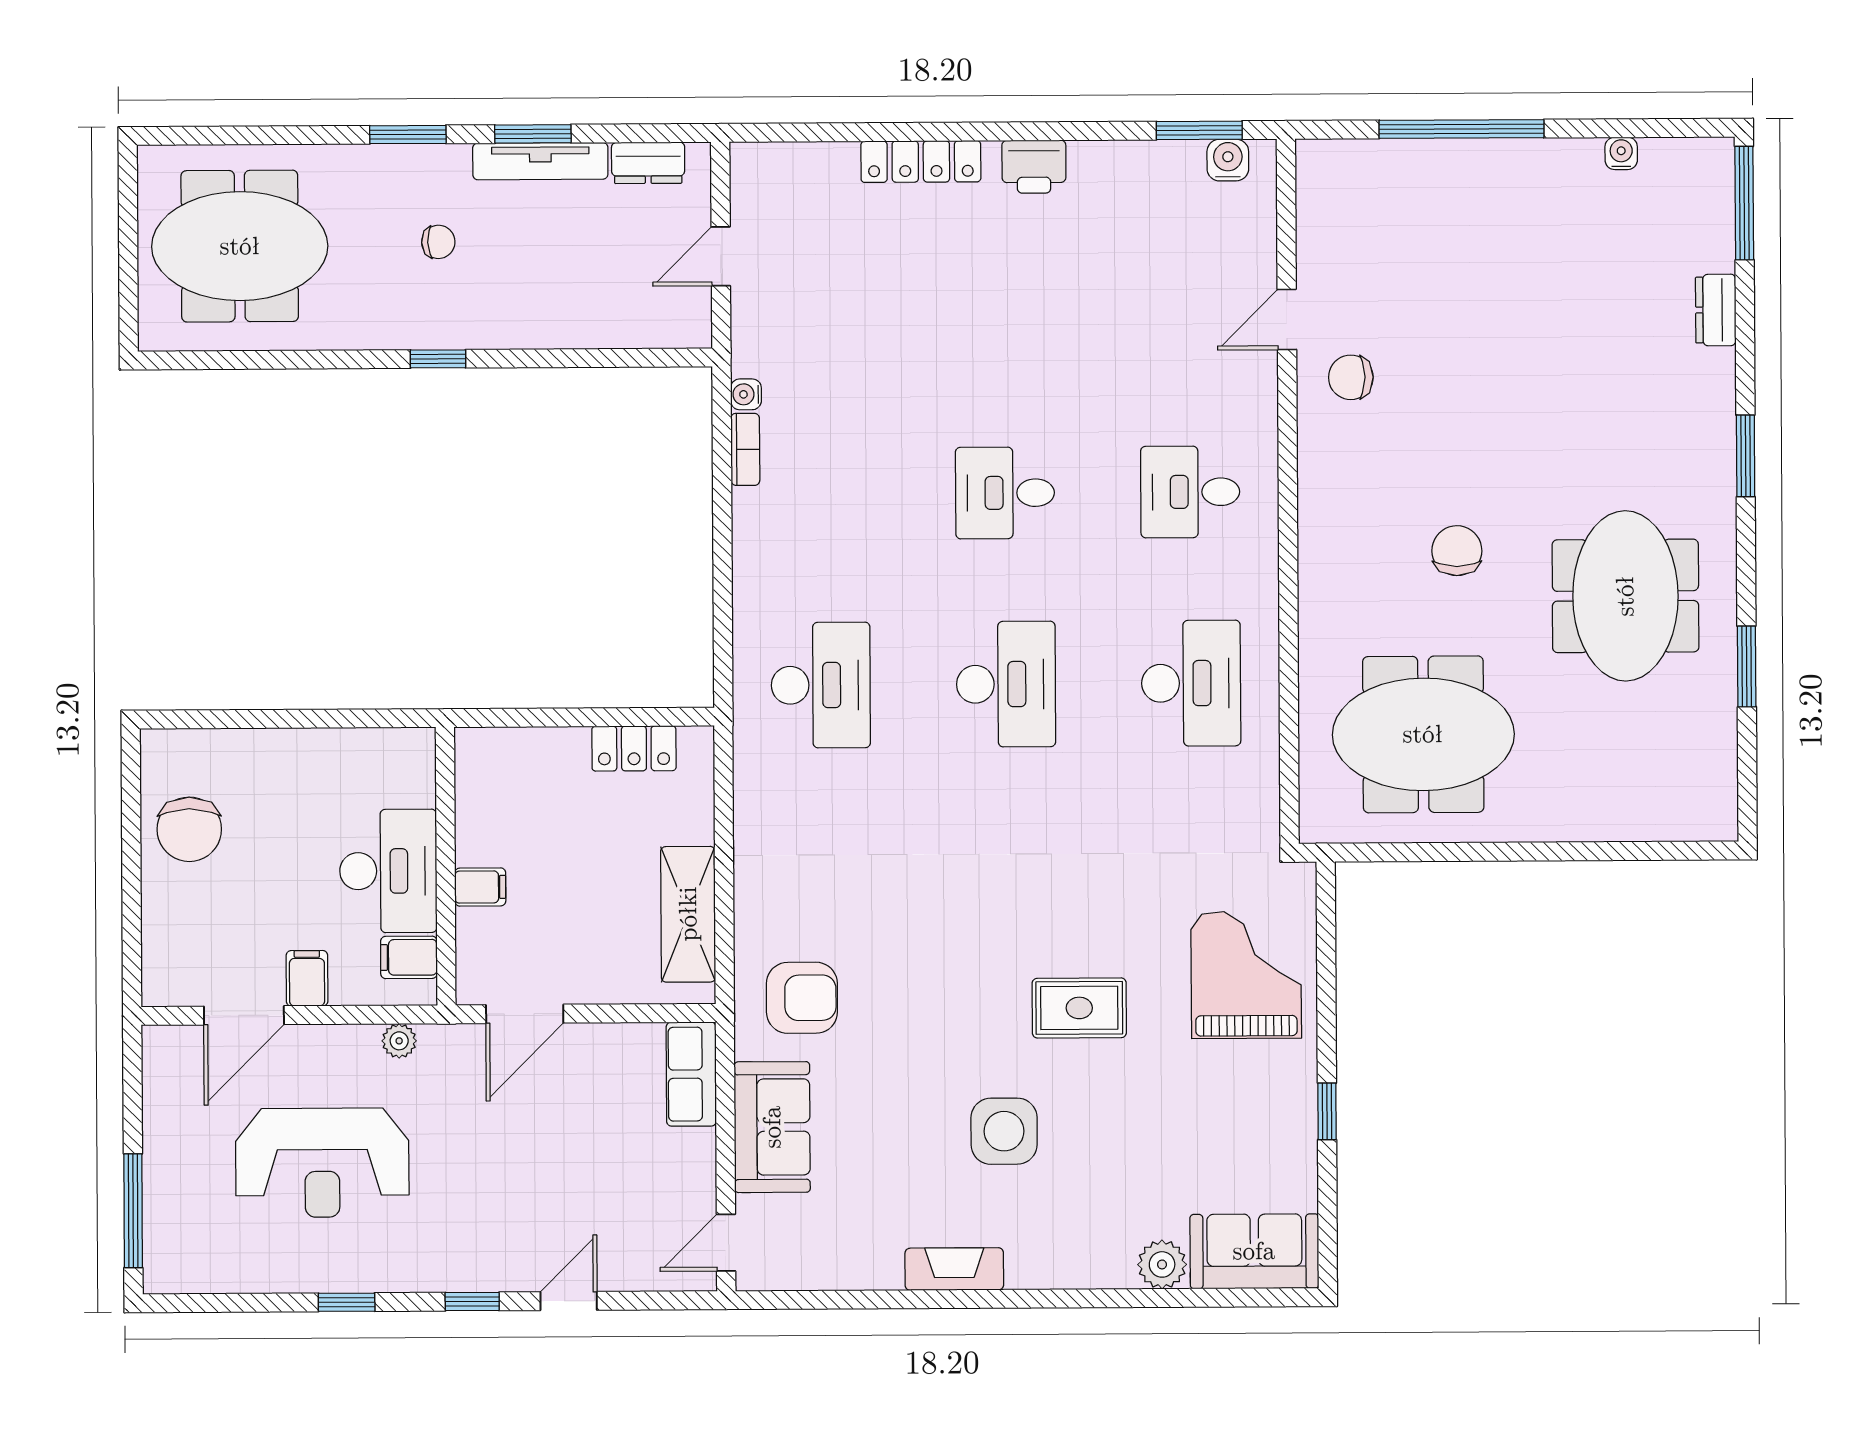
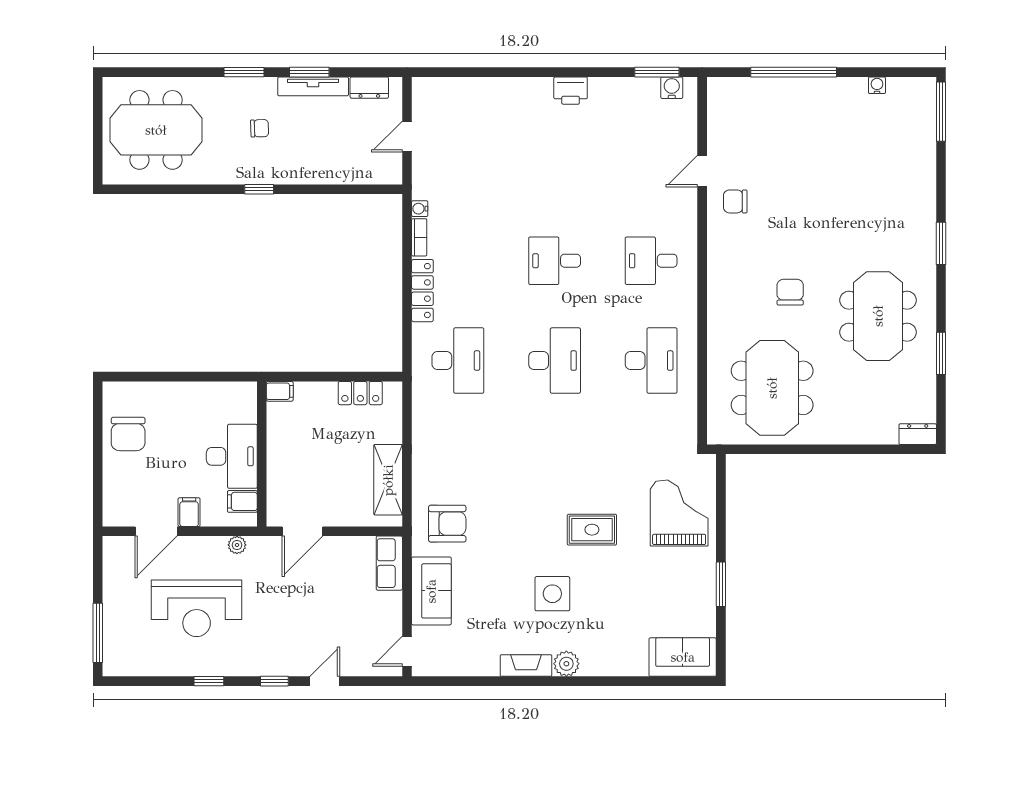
locker: (921, 161) -> (422, 291), moved, turned -90
dresser: (1716, 310) -> (918, 434), moved, turned 90
meeting table: (1423, 734) -> (772, 388), turned 90
filing cabinet: (480, 887) -> (280, 391), moved
window: (1327, 1111) -> (721, 584), width x1.50
plant: (1162, 1264) -> (566, 664), moved

